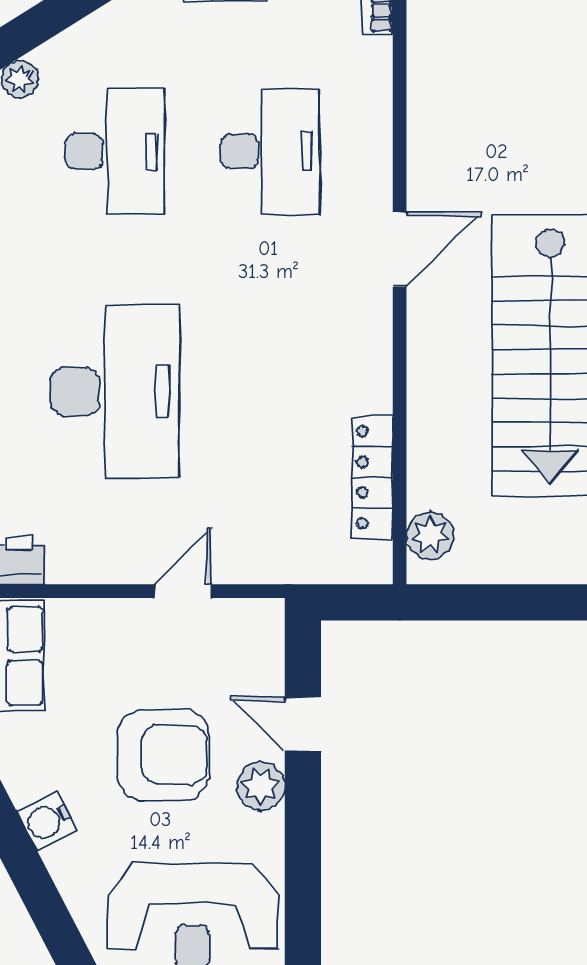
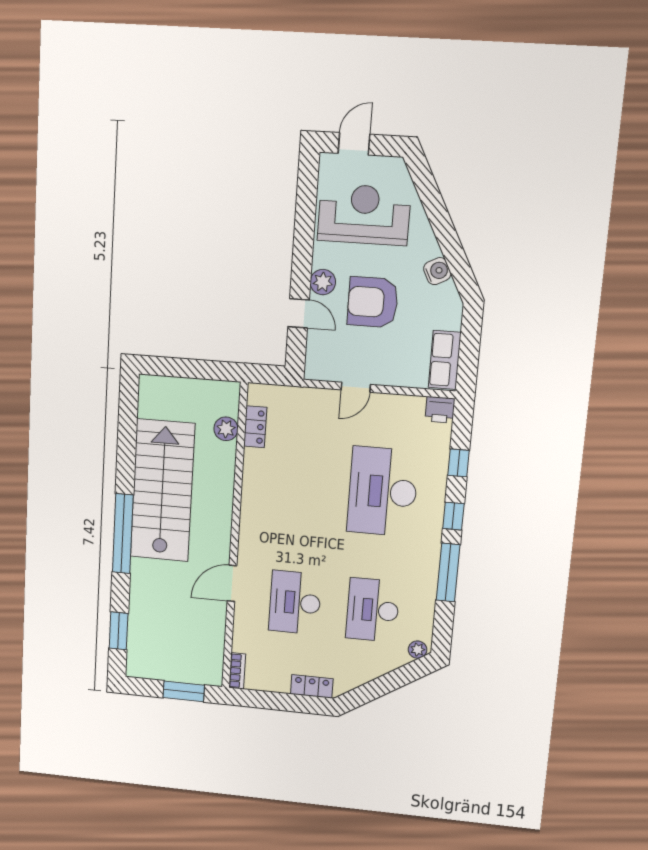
door: (400, 249) -> (232, 583), moved
locker: (373, 477) -> (255, 427), width x0.66
plant: (430, 535) -> (226, 429), moved

